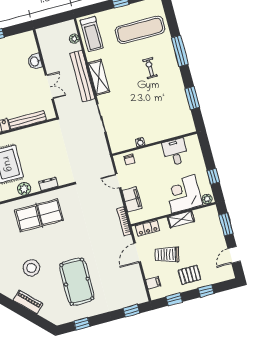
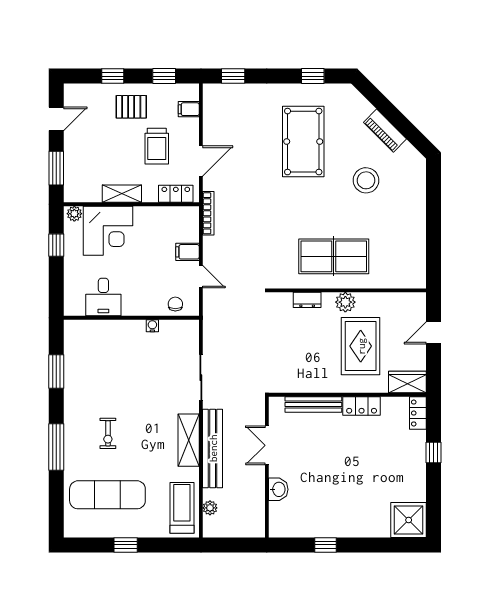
filing cabinet: (132, 199) -> (187, 252), width x0.50
trolley: (167, 255) -> (157, 146), turned 76

